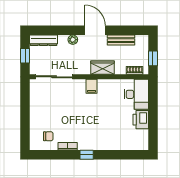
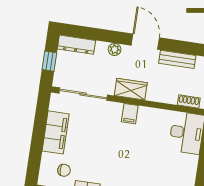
wardrobe: (102, 68) -> (131, 89), moved
filing cabinet: (38, 109) -> (56, 132), added
printer: (141, 120) -> (187, 167), removed

